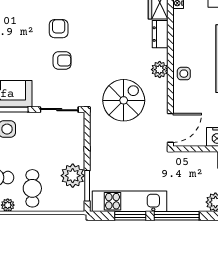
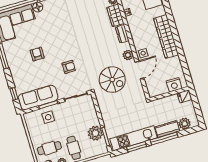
armchair: (59, 29) -> (37, 54), moved
spiral stairs: (124, 100) -> (112, 80), turned 90
door: (170, 128) -> (139, 70), moved
kitchen counter: (186, 203) -> (167, 129), added

